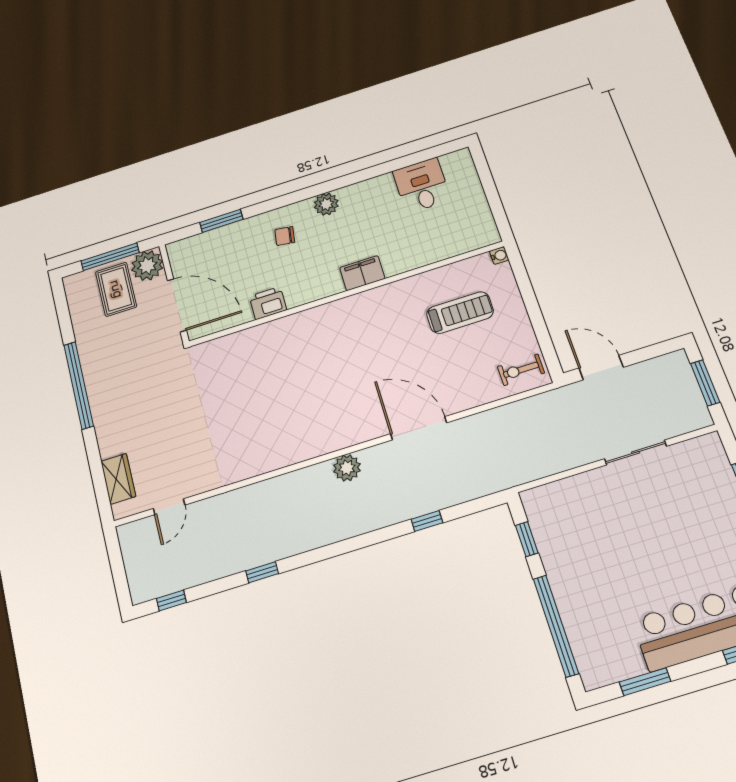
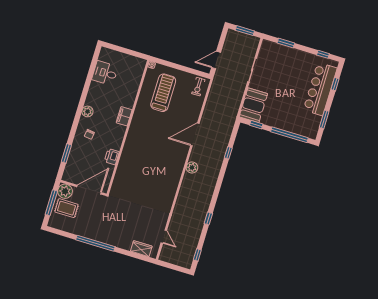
treadmill: (460, 313) -> (163, 93), width x1.37, depth x1.38
booth: (564, 505) -> (253, 105), added

